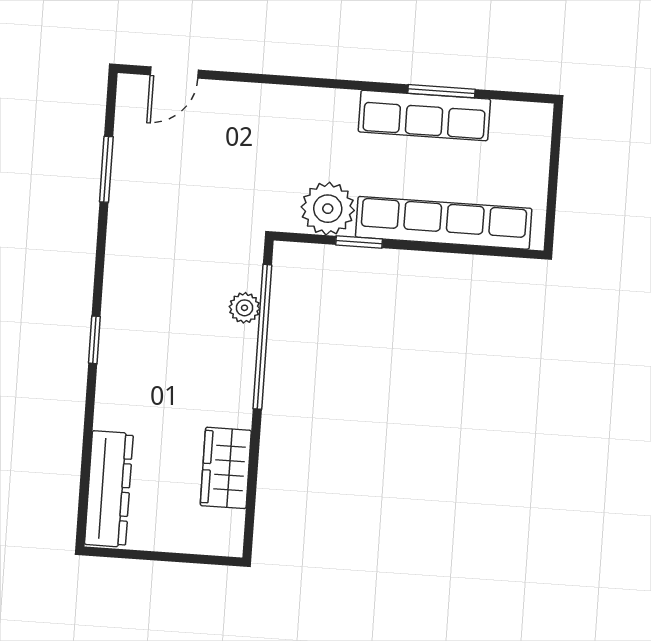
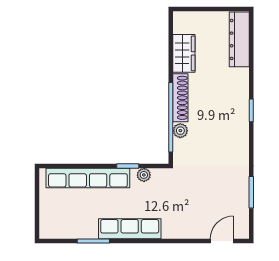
row of seats: (424, 115) -> (130, 229), moved
plant: (328, 209) -> (144, 175), width x0.53, depth x0.53
shoe rack: (240, 376) -> (180, 98), added

